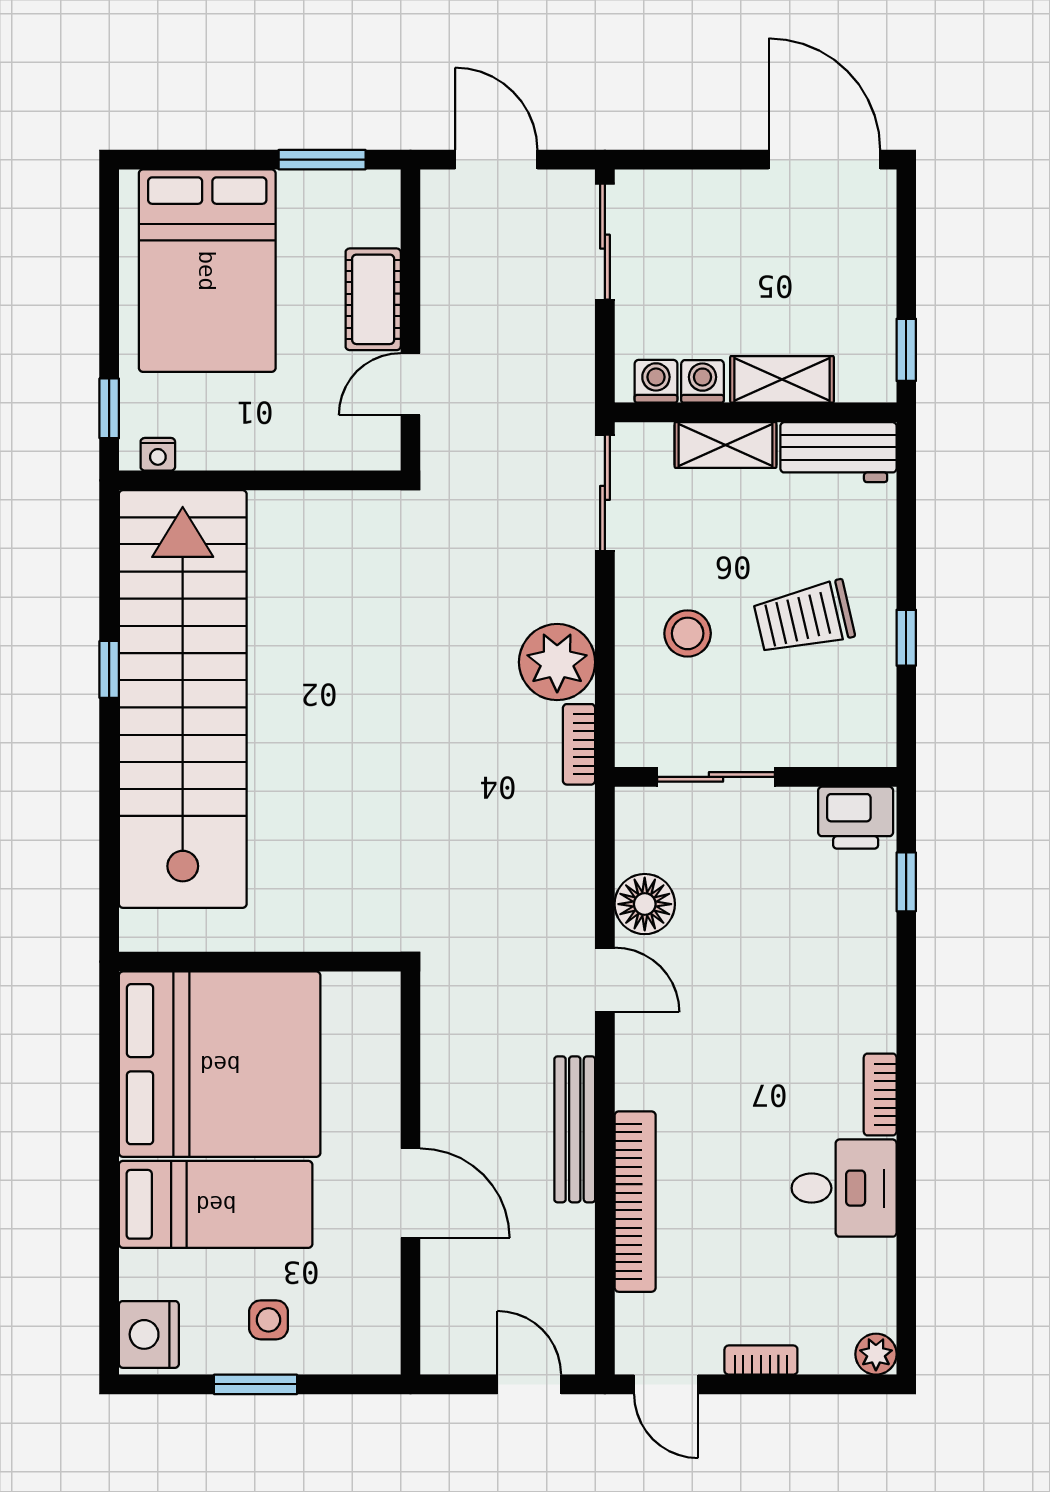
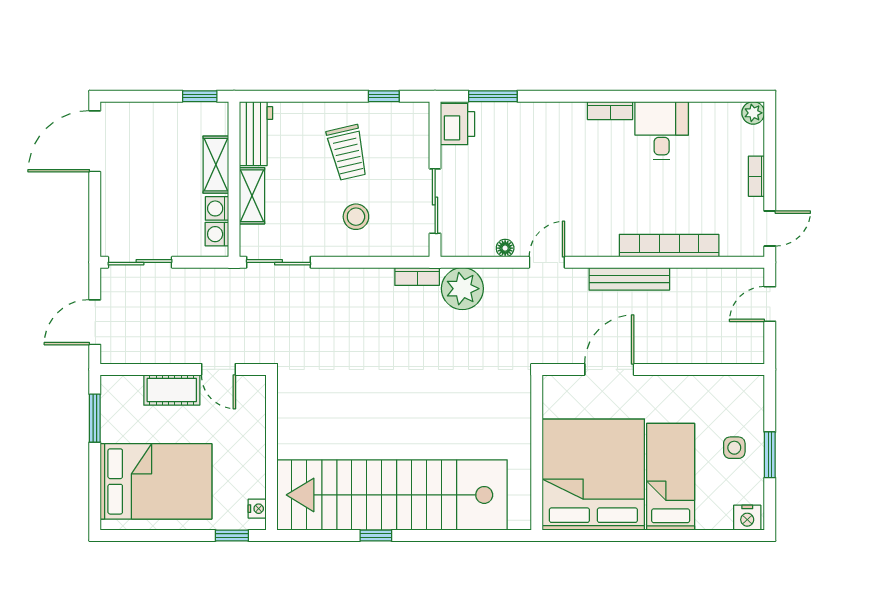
window: (906, 638) -> (384, 96), moved
plant: (557, 662) -> (462, 289), moved
window: (906, 882) -> (493, 96), width x1.50
floor lamp: (645, 904) -> (505, 248), width x0.53, depth x0.53
door: (410, 1193) -> (609, 369), moved
nightstand: (149, 1334) -> (747, 518), width x0.74, depth x0.75

